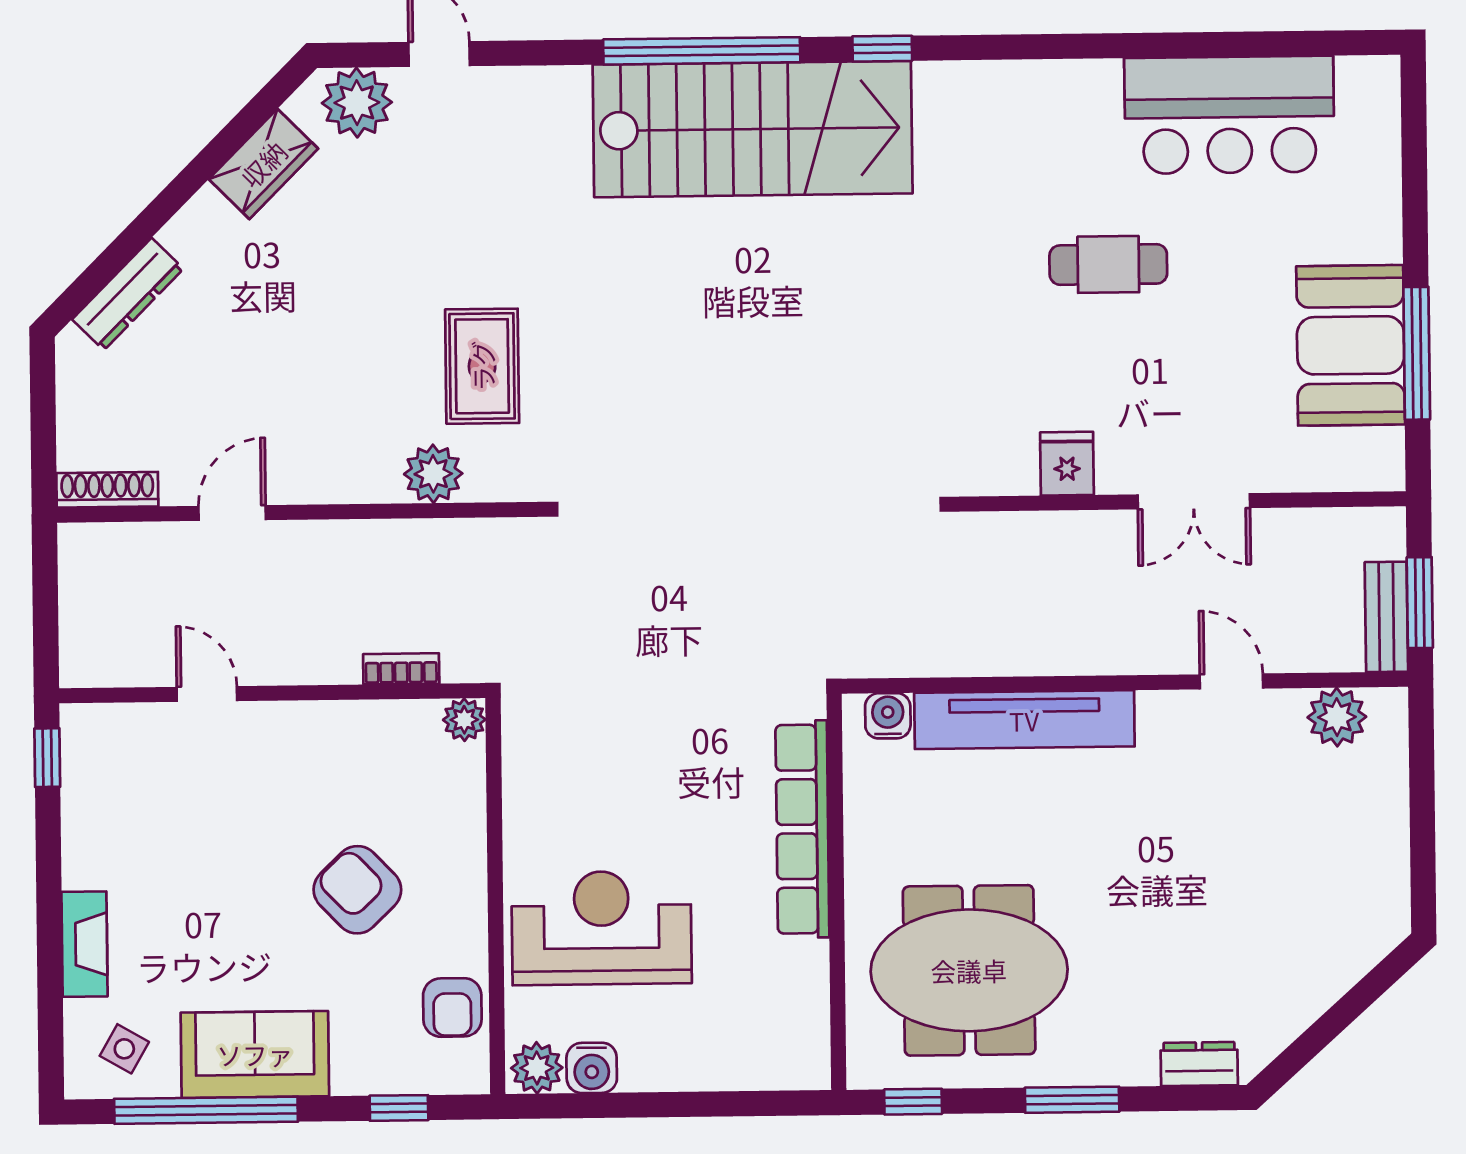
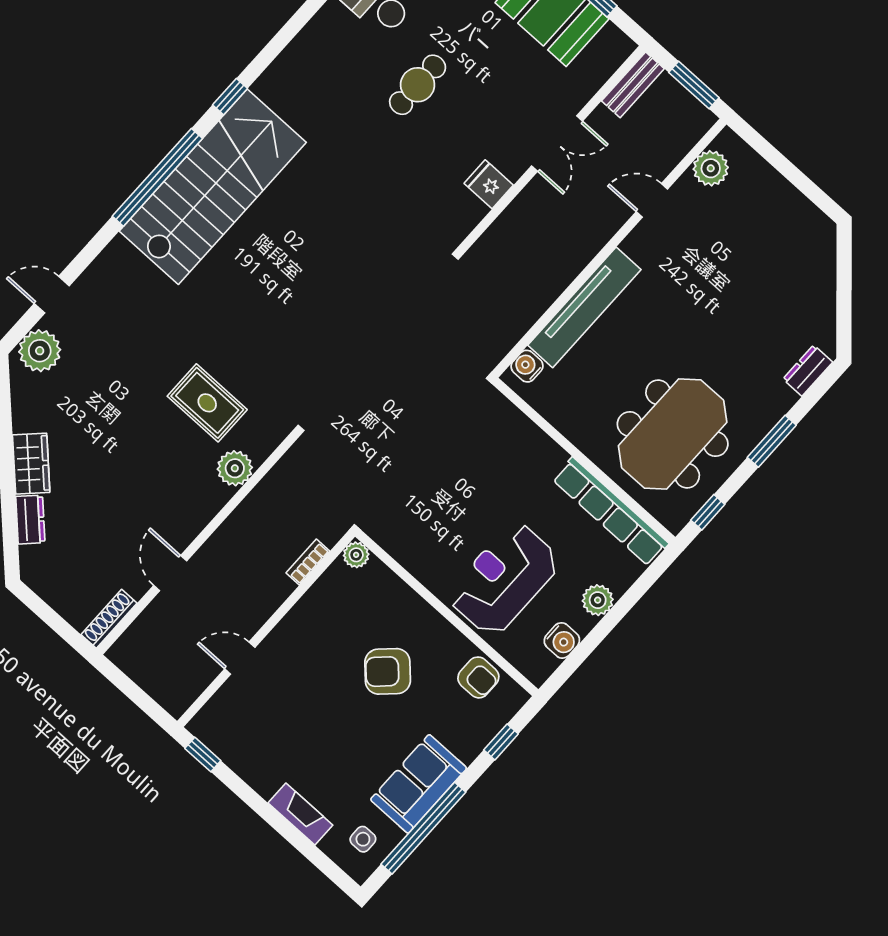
wardrobe: (263, 164) -> (31, 464), moved
dresser: (128, 294) -> (30, 520), width x0.70
bench: (1386, 617) -> (633, 85), moved, turned 90
row of seats: (802, 829) -> (610, 512), moved
side table: (124, 1049) -> (363, 839), turned -30
plant: (537, 1068) -> (598, 600), moved

